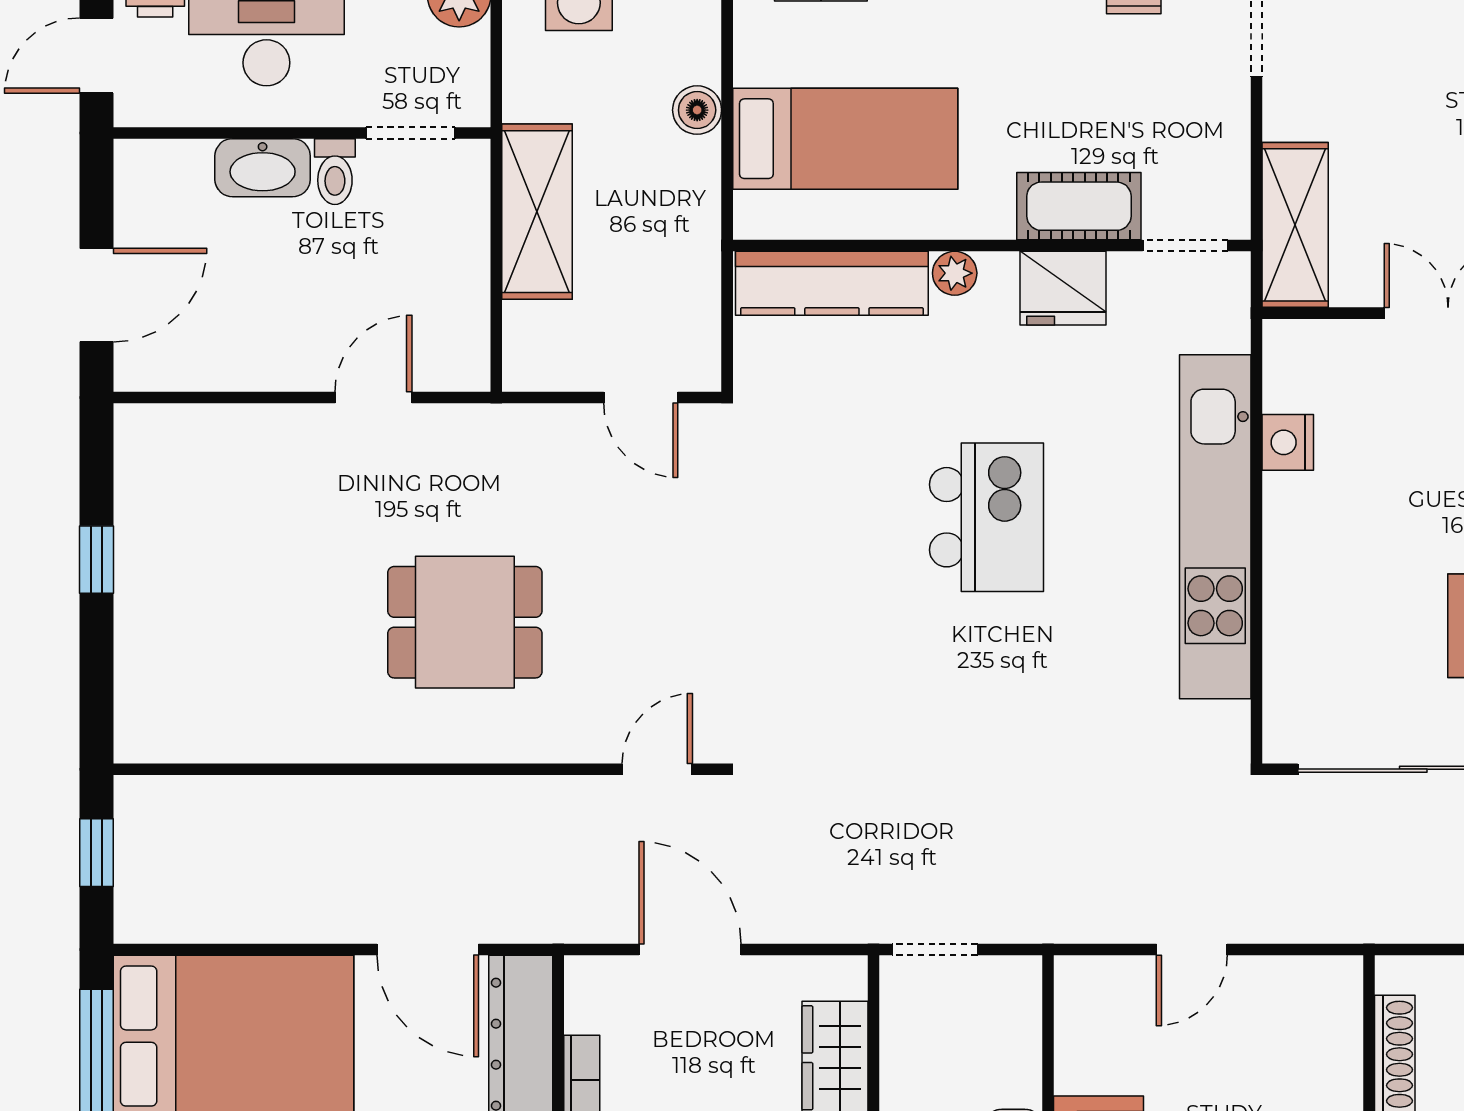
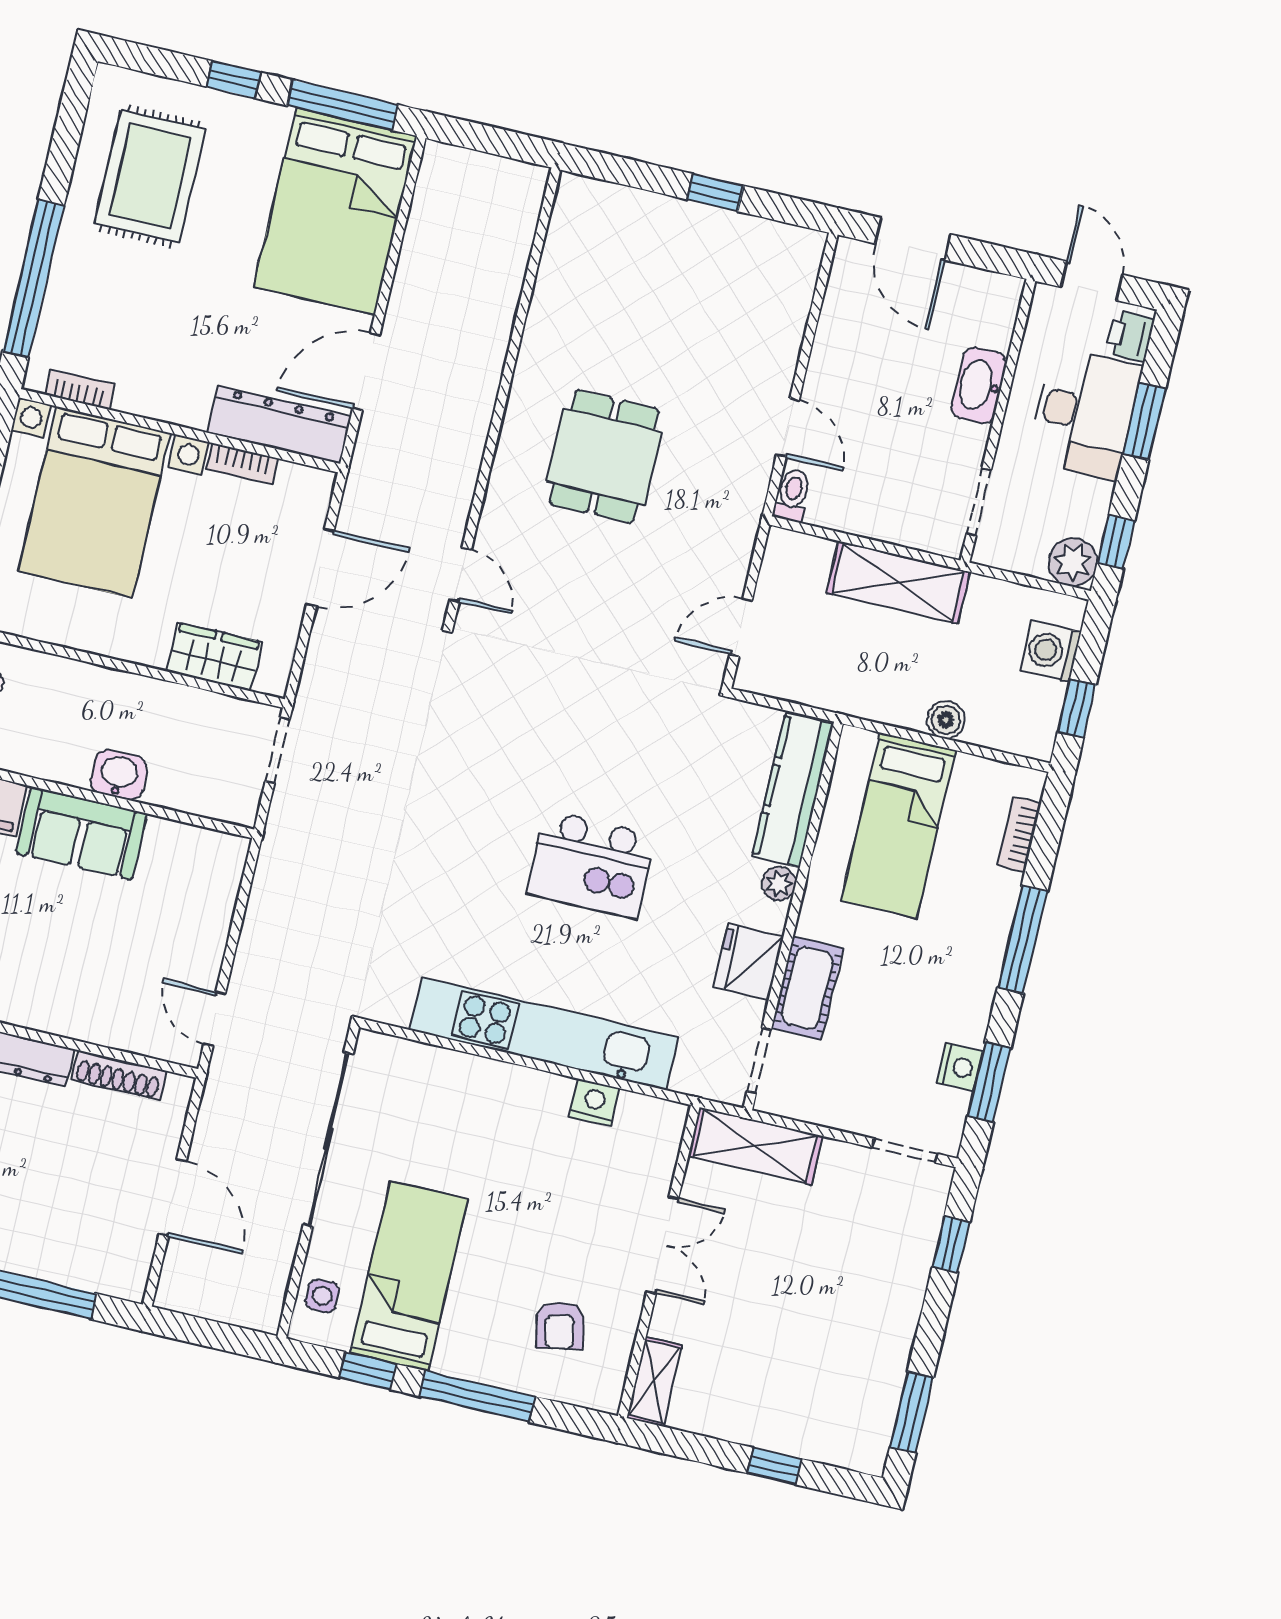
toilet: (335, 172) -> (792, 495), moved, turned 90
window: (97, 853) -> (497, 141), removed
door: (1192, 949) -> (214, 1019), moved

